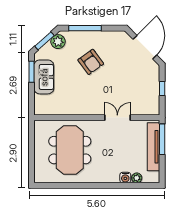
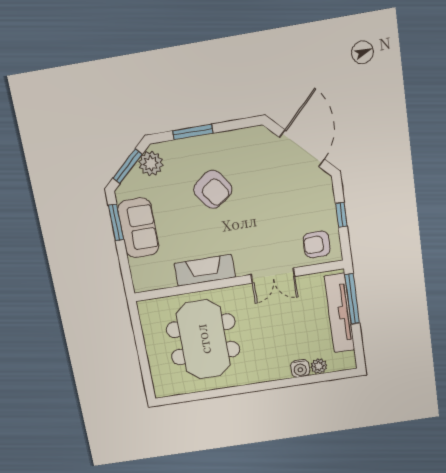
window: (85, 28) -> (193, 132), width x0.69
armchair: (146, 103) -> (317, 244), added
fireplace: (78, 108) -> (205, 270), added
double door: (117, 118) -> (273, 276), swing flipped

